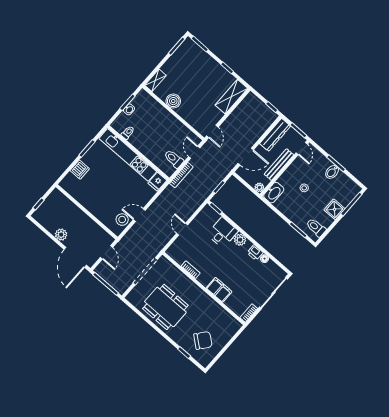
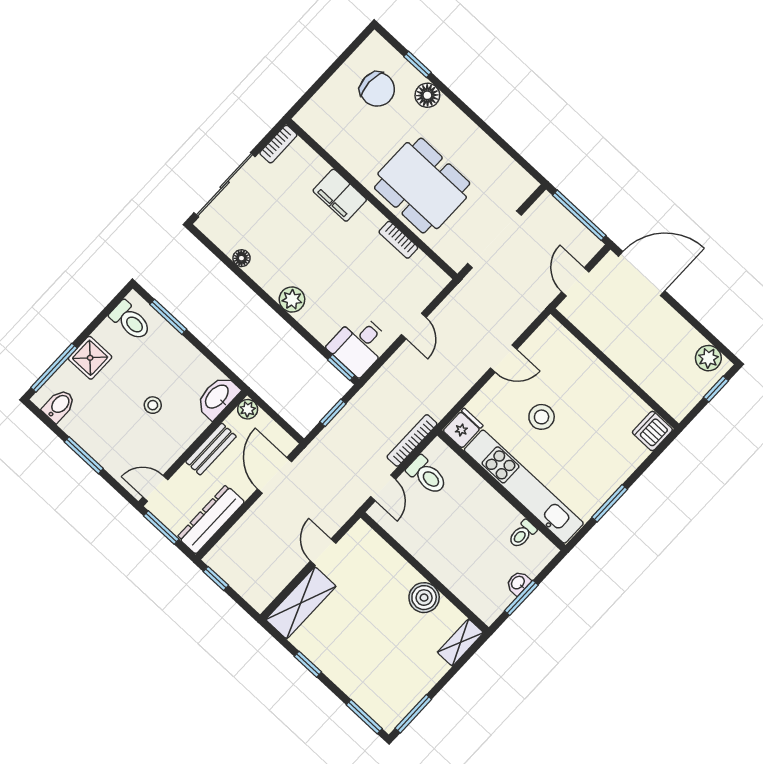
door: (212, 131) -> (323, 552), moved
door: (302, 149) -> (155, 488), hinge flipped
door: (246, 157) -> (274, 475), hinge flipped
bench: (279, 165) -> (211, 449), width x0.73
dishwasher: (80, 170) -> (652, 431), moved
bidet: (332, 172) -> (59, 406), moved
stool: (122, 220) -> (542, 417), moved
desk: (223, 233) -> (359, 345), moved
plant: (61, 235) -> (708, 358), moved
printer: (255, 253) -> (261, 272), removed
door: (75, 257) -> (642, 273), hinge flipped
dining table: (165, 307) -> (422, 186), moved
floor lamp: (179, 338) -> (427, 95), added
chair: (203, 340) -> (377, 89), turned -129

